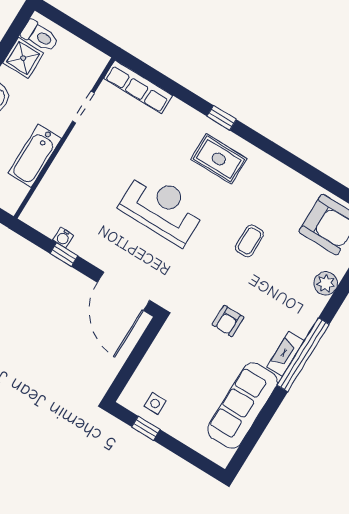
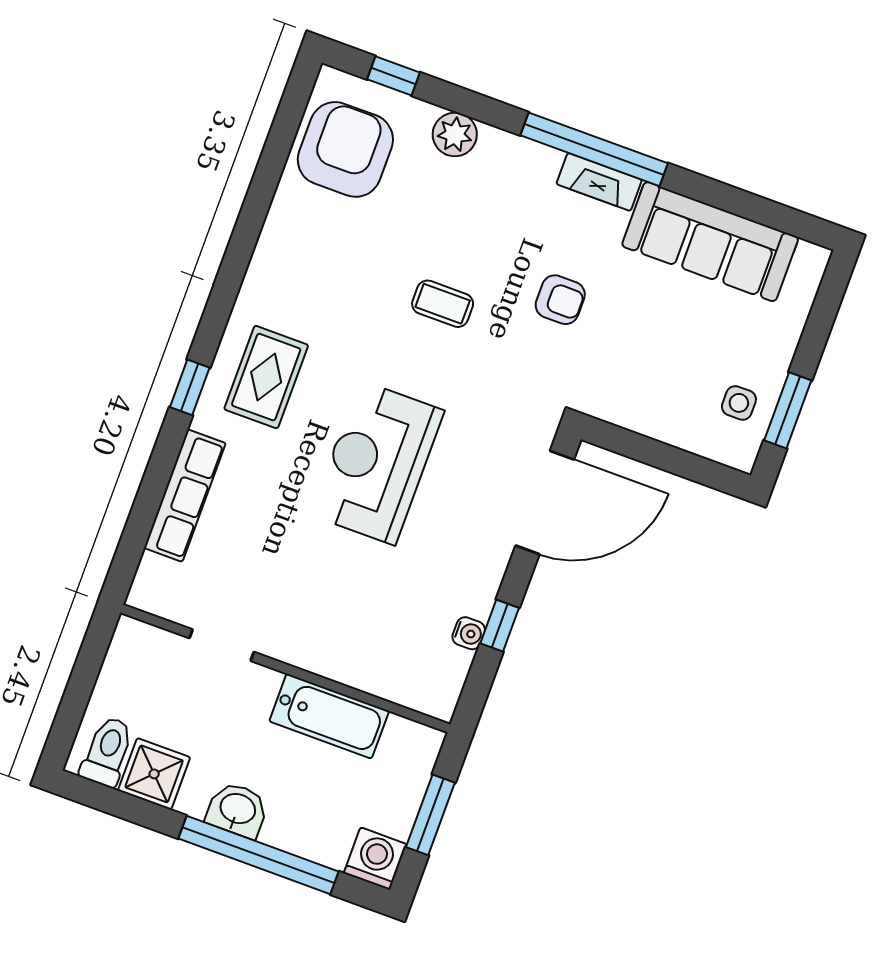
row of seats: (138, 87) -> (185, 496), moved
coffee table: (249, 241) -> (443, 304), moved
window: (146, 428) -> (788, 410), width x1.50

